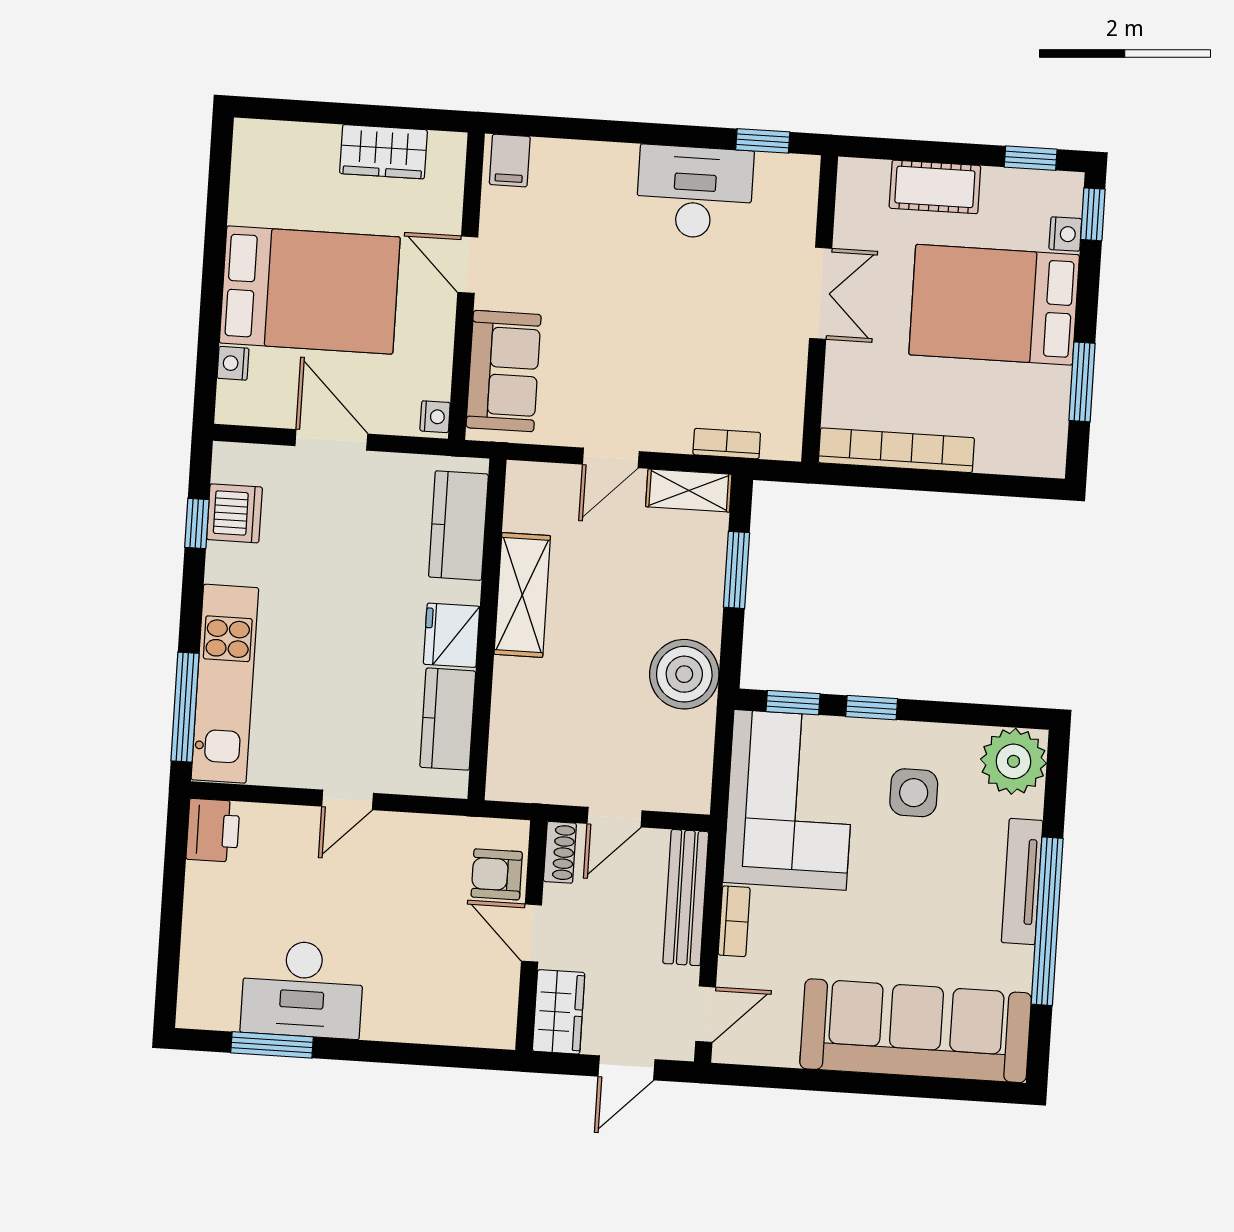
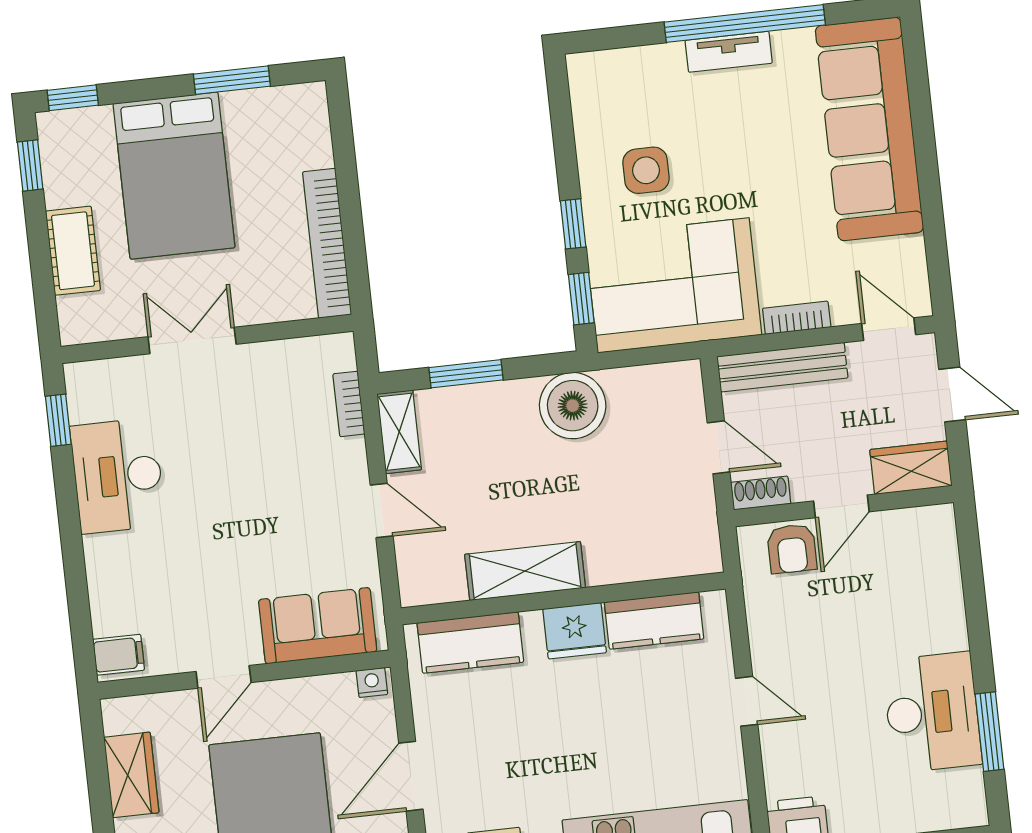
nightstand: (1065, 234) -> (96, 120), removed
plant: (1014, 761) -> (600, 82), removed
tv unit: (1022, 882) -> (729, 52), width x0.71

